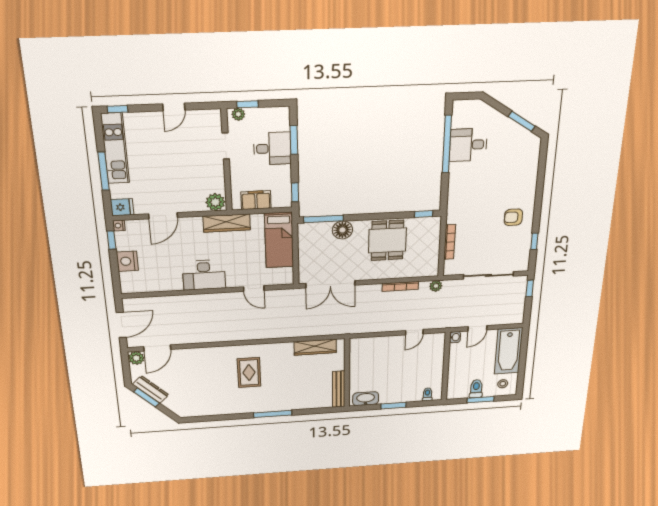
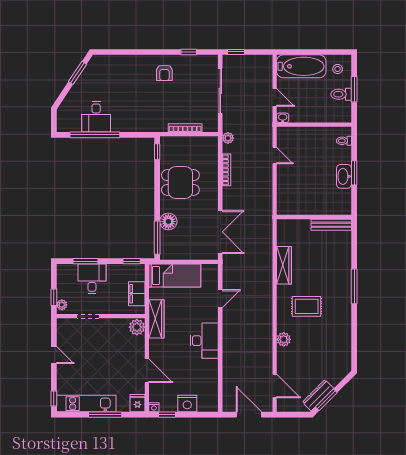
wardrobe: (315, 347) -> (284, 265), moved
plant: (136, 358) -> (284, 339), moved
washbasin: (366, 399) -> (344, 176), moved

